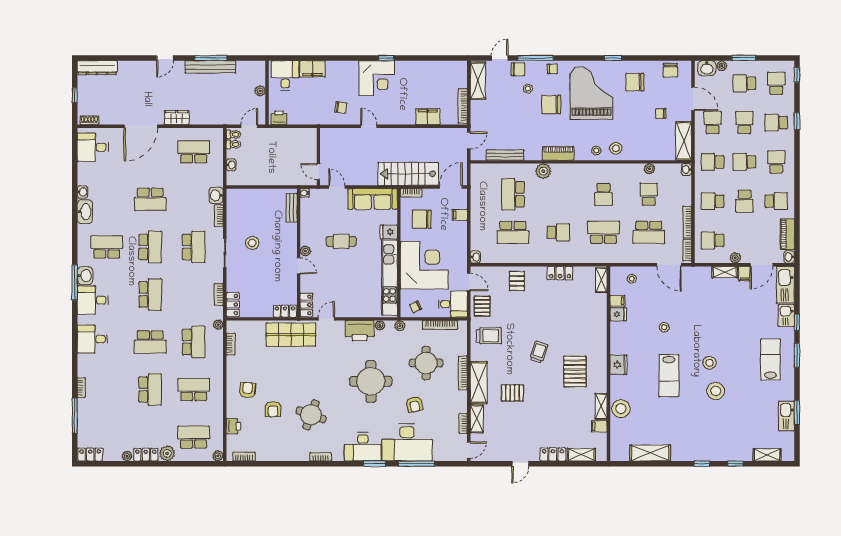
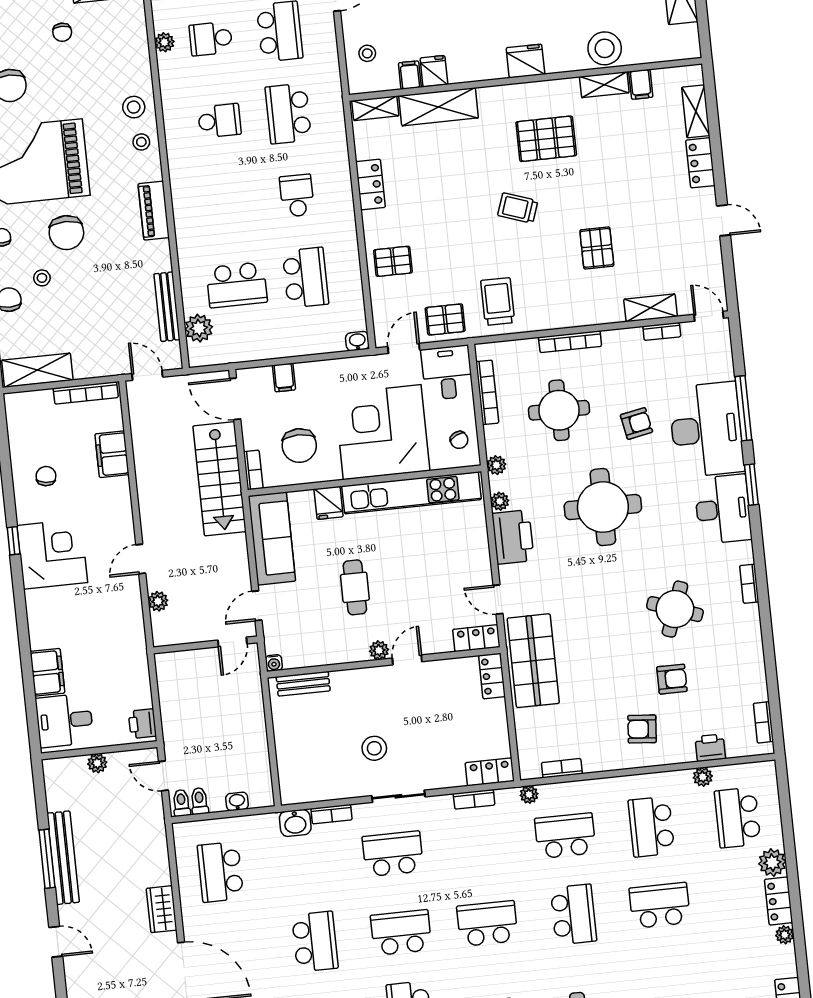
chair: (341, 107) -> (46, 476), moved
plant: (345, 133) -> (158, 601), added
plant: (543, 171) -> (199, 328), moved
shelving: (479, 383) -> (439, 107), moved
plant: (218, 456) -> (703, 777), moved

